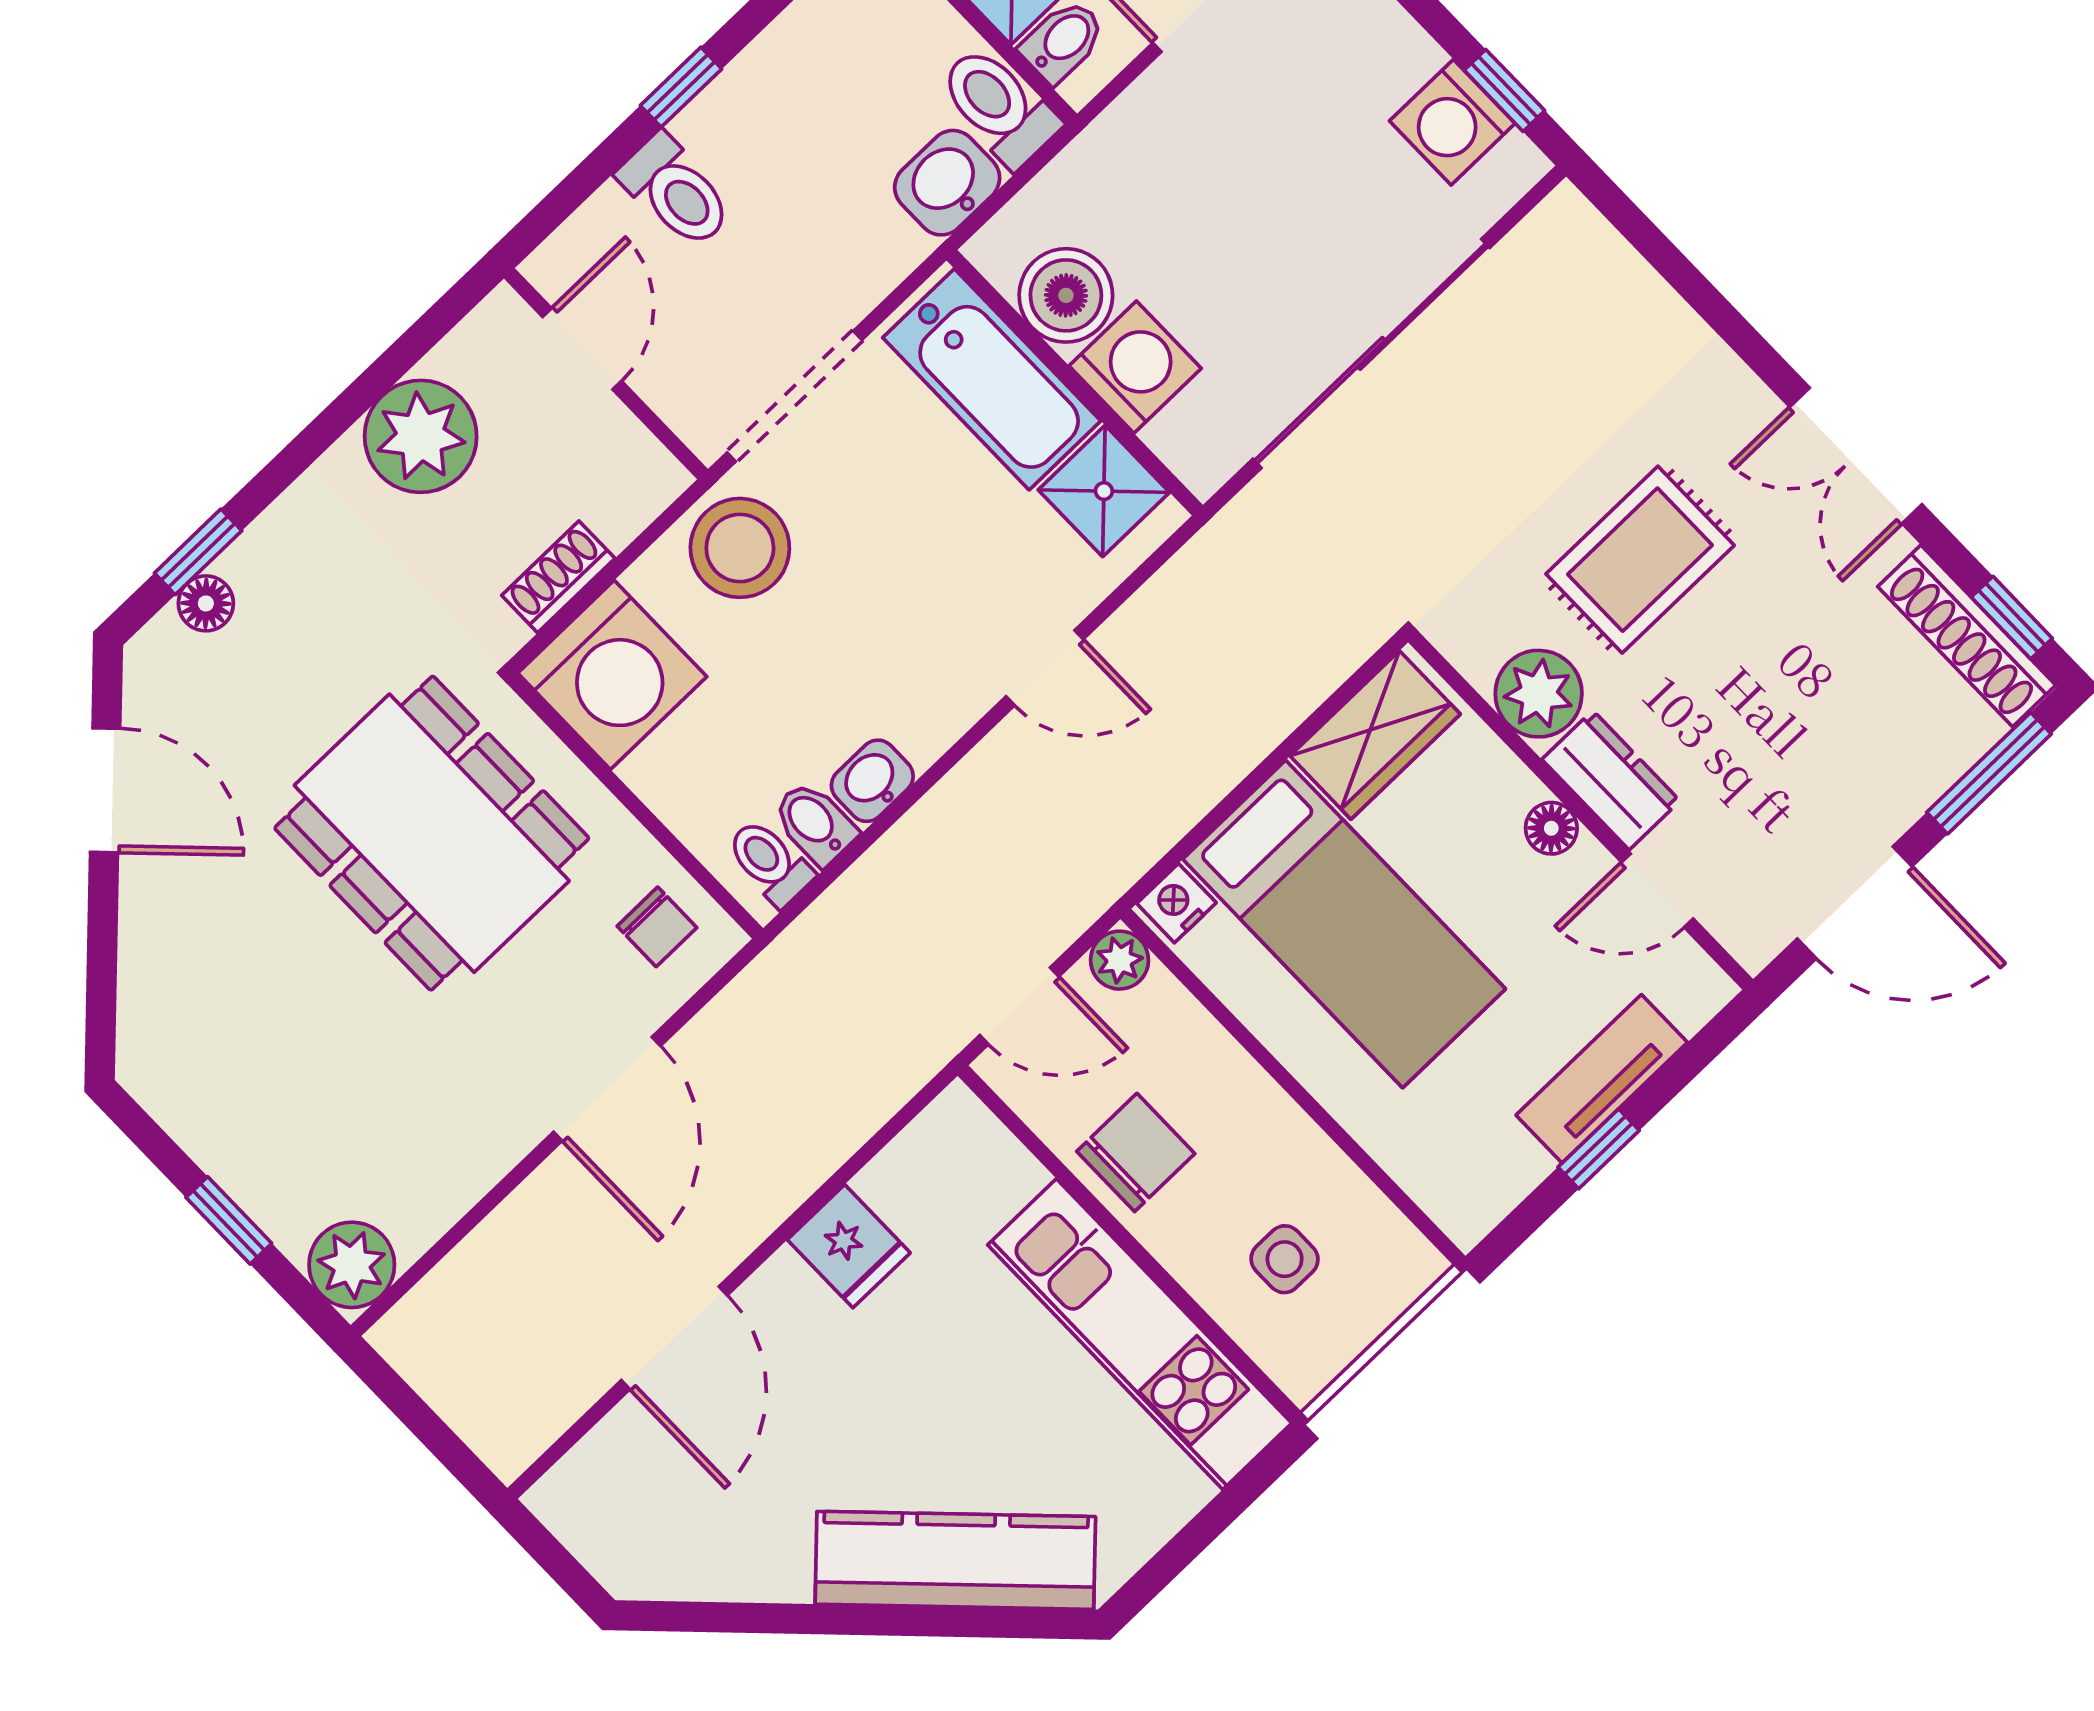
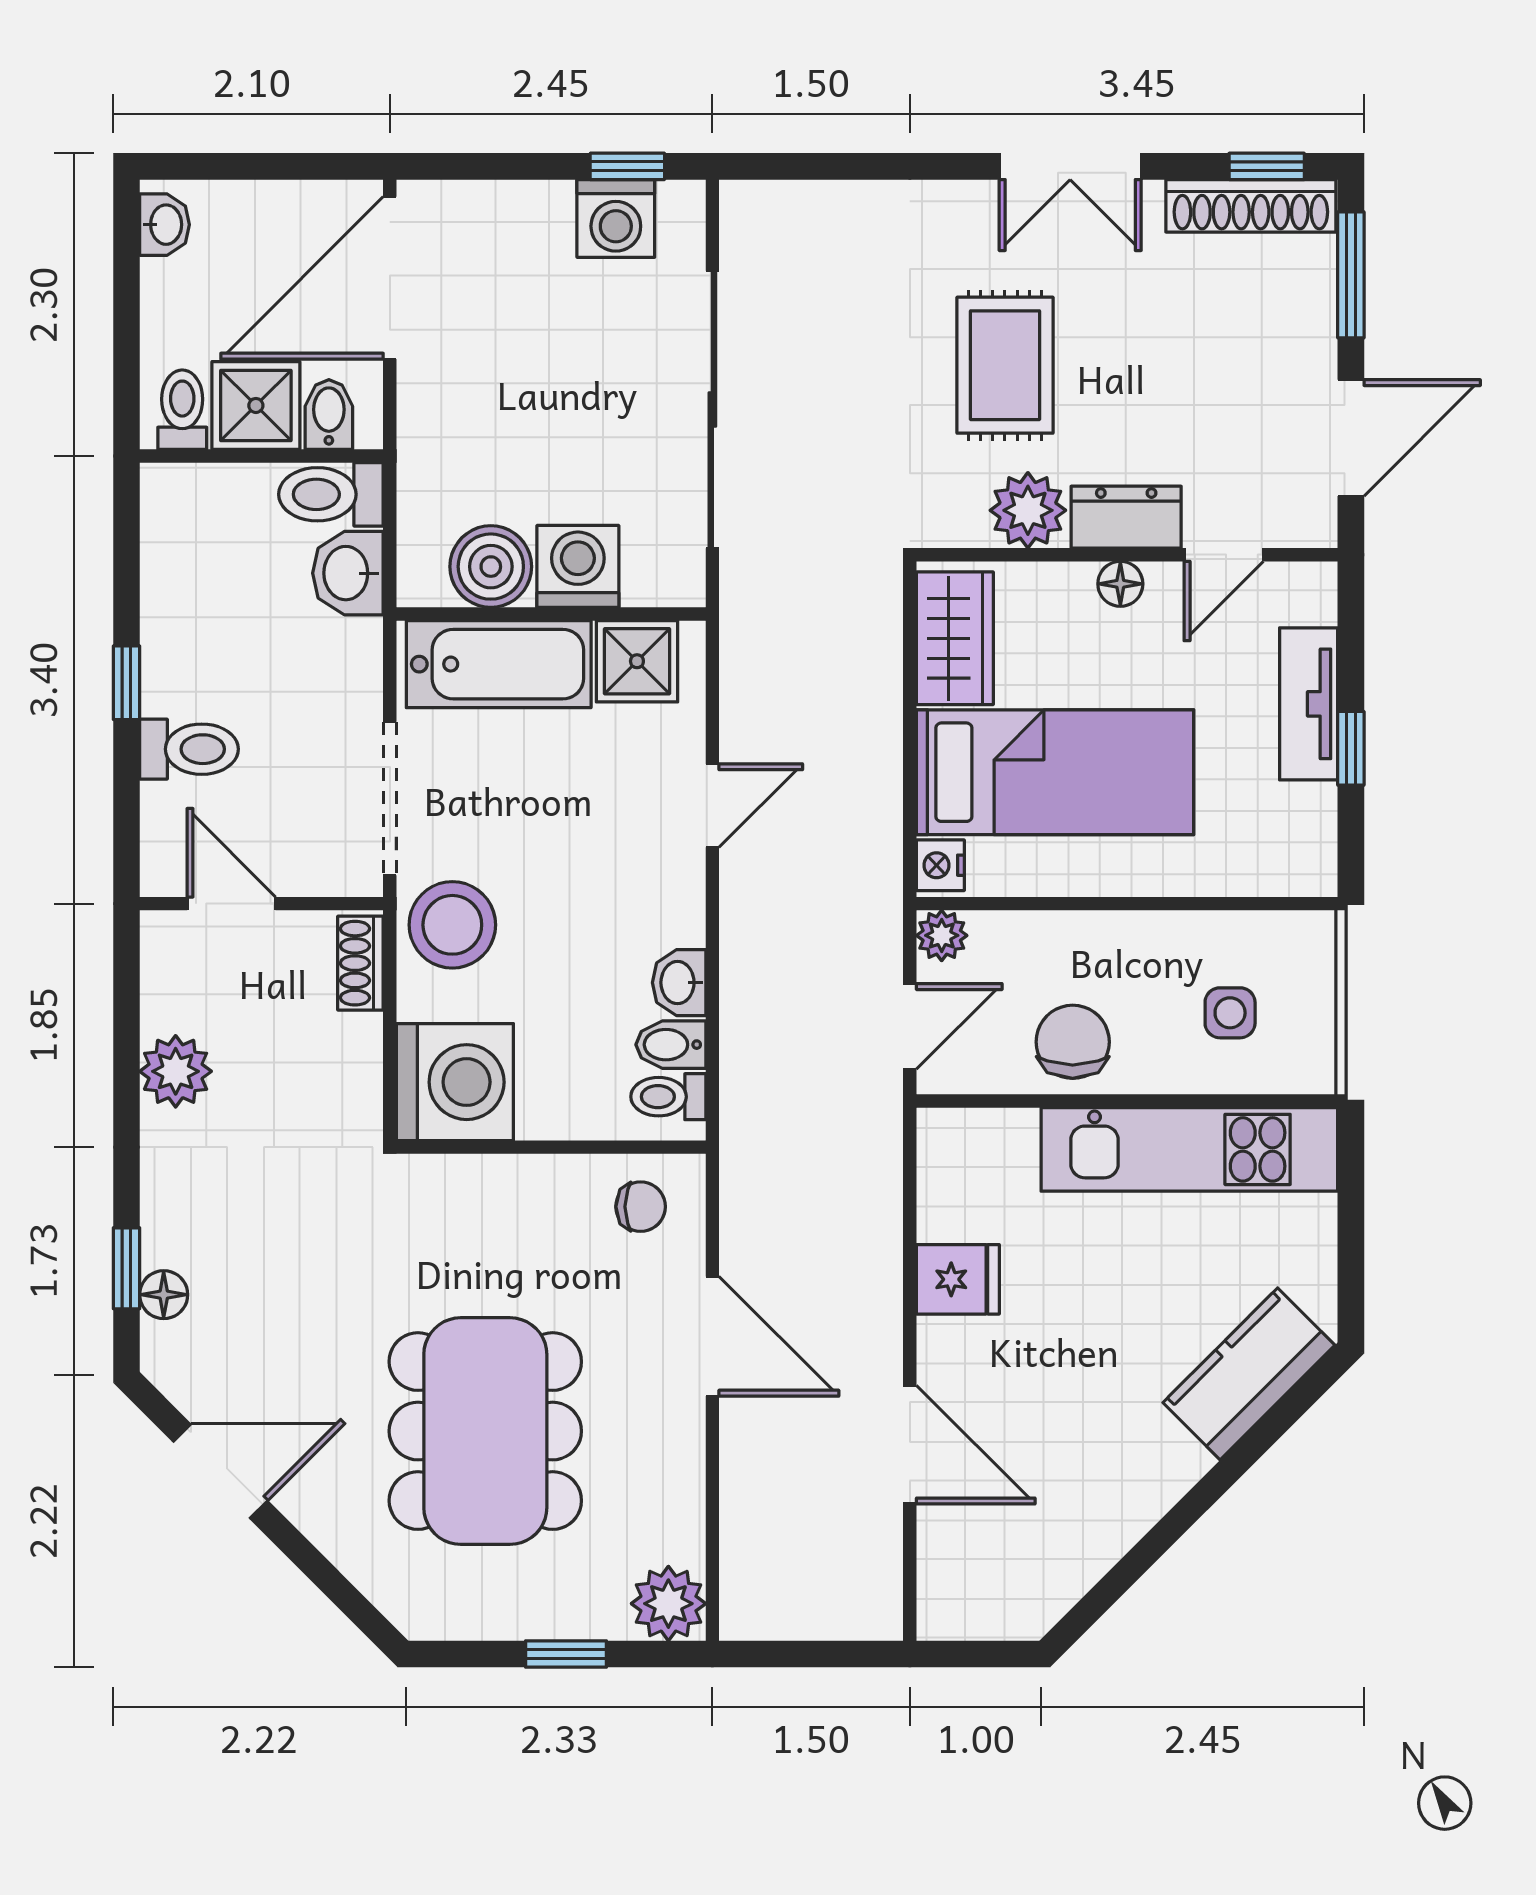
plant: (421, 436) -> (176, 1071), width x0.73, depth x0.73
shoe rack: (558, 577) -> (360, 963), moved
dining table: (432, 833) -> (485, 1431), moved, turned 90
kitchen counter: (955, 1560) -> (1249, 1374), width x0.67

